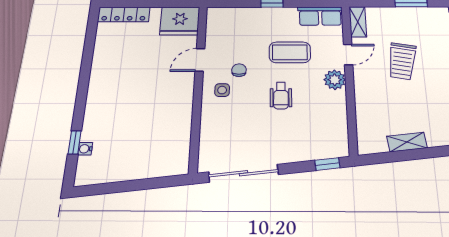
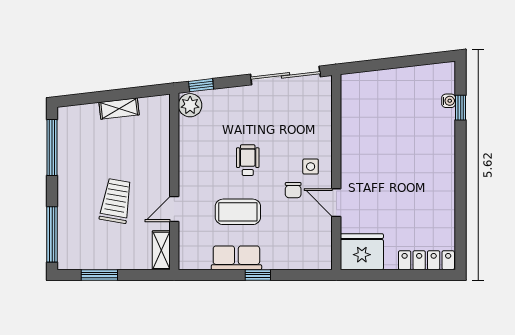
row of seats: (320, 16) -> (236, 258), moved
door: (200, 60) -> (336, 203), swing flipped
plant: (335, 80) -> (190, 105), moved

